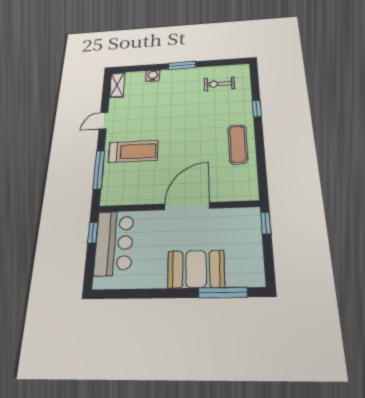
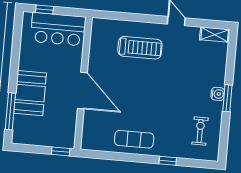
water cooler: (153, 76) -> (218, 94), moved
treadmill: (133, 151) -> (140, 48), turned -90
window: (99, 170) -> (126, 17), removed
window: (93, 233) -> (45, 9), moved

